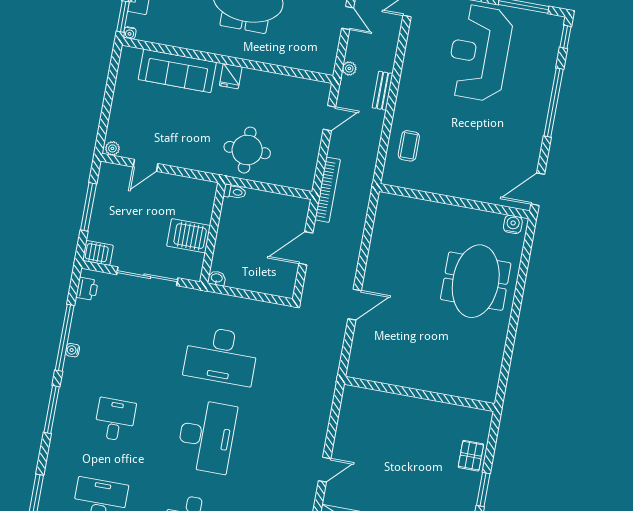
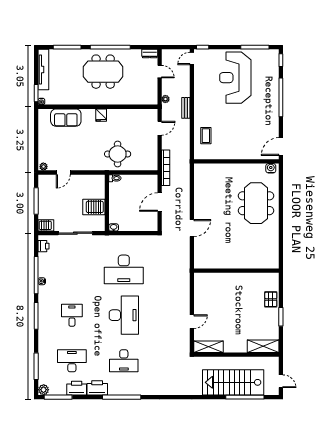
sofa: (177, 71) -> (66, 118), width x0.73

